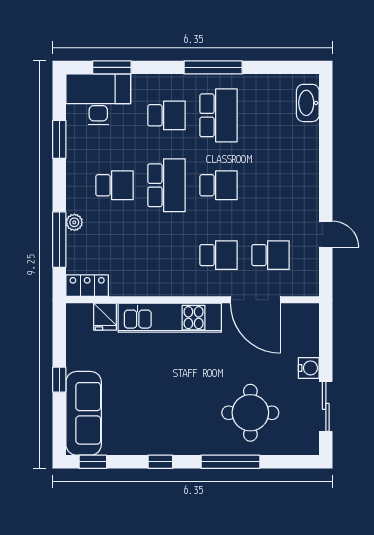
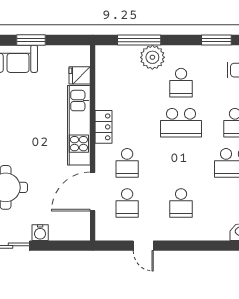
school desk: (219, 185) -> (181, 203), moved
plant: (74, 222) -> (152, 57), width x1.88, depth x1.88
door: (326, 234) -> (143, 246), hinge flipped
locker: (87, 286) -> (104, 127), moved
window: (59, 380) -> (31, 40), width x1.50

